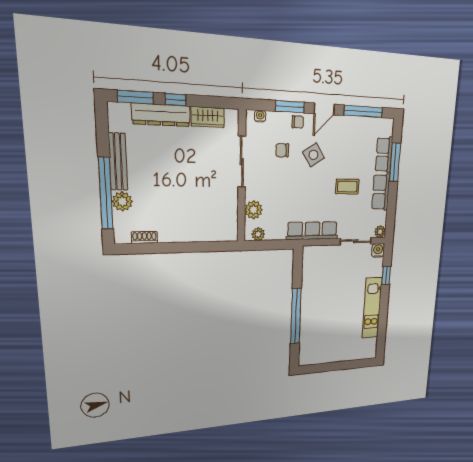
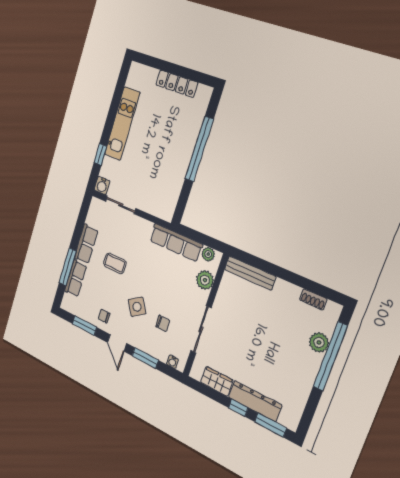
door: (324, 109) -> (117, 343), swing flipped
window: (363, 111) -> (85, 326), width x0.69
chair: (298, 122) -> (104, 316), moved
bench: (118, 162) -> (250, 273), moved, turned 90
row of seats: (312, 231) -> (176, 242), moved
plant: (380, 232) -> (96, 204), removed
locker: (332, 357) -> (177, 84), added

